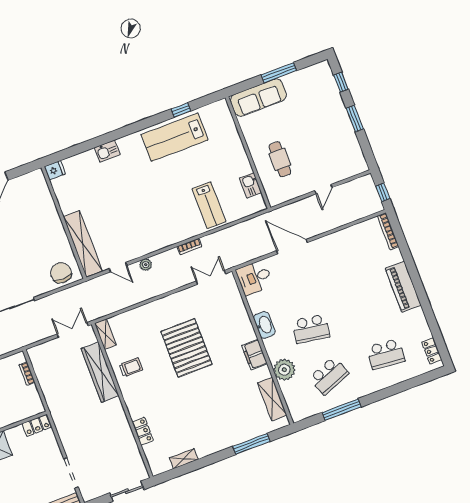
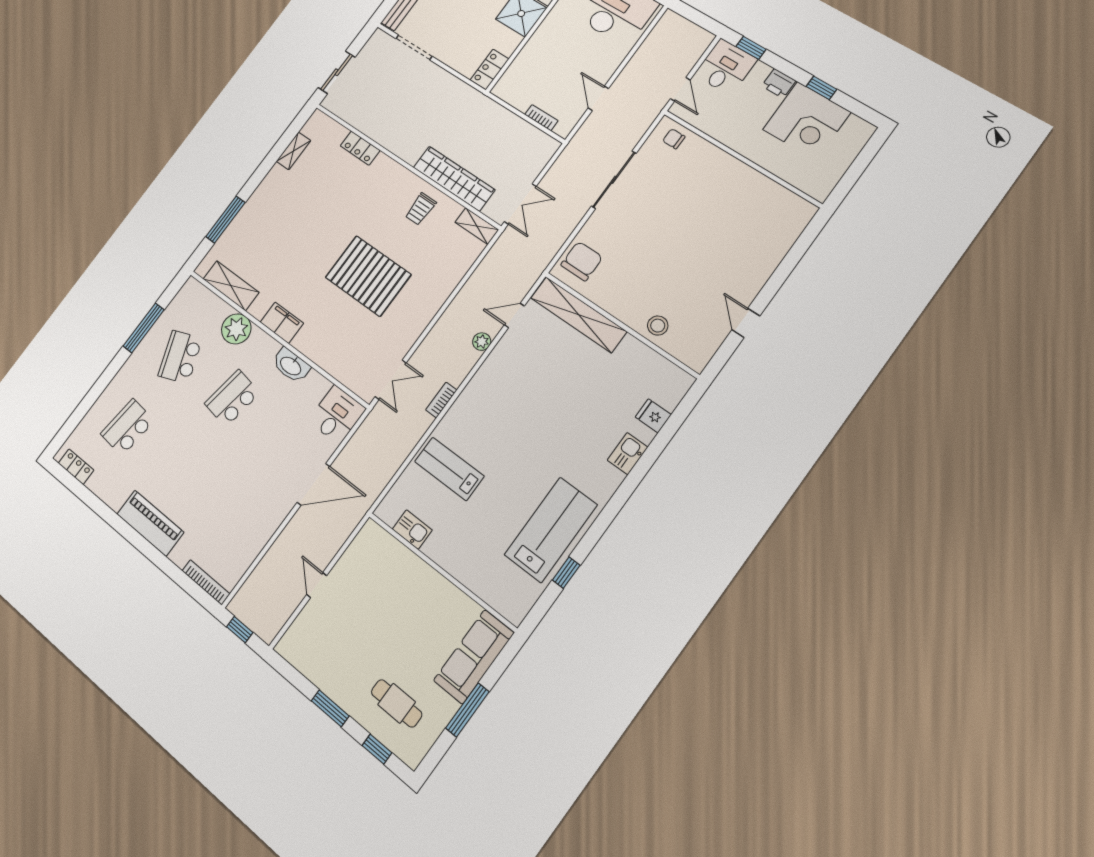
cafe table: (280, 159) -> (397, 703), moved
fridge: (55, 170) -> (653, 416), moved, turned 90
stool: (45, 209) -> (658, 326), added
chair: (61, 273) -> (582, 261), turned -90

